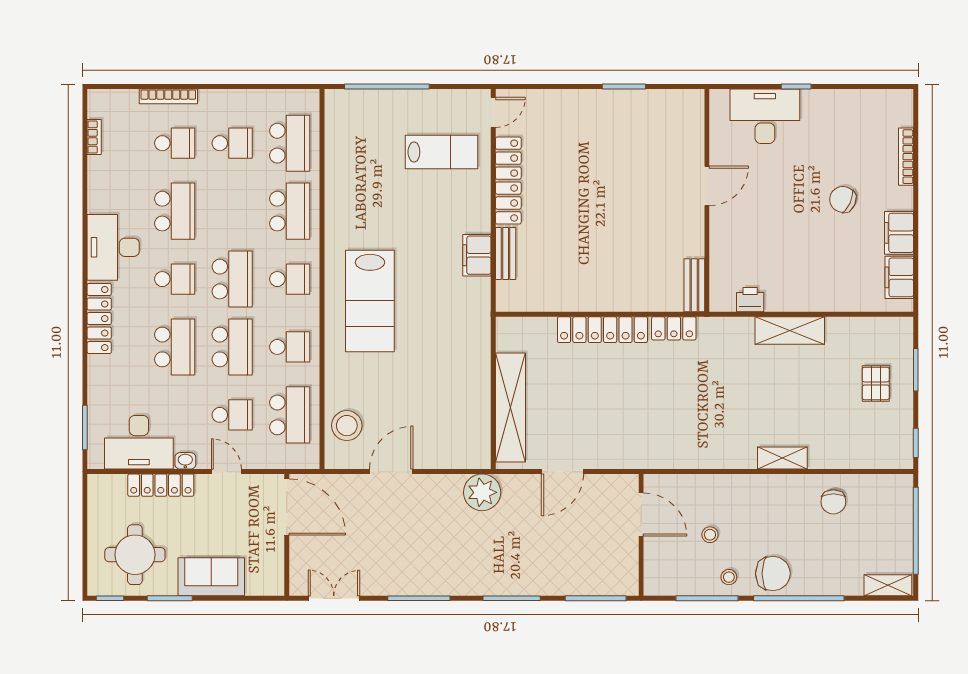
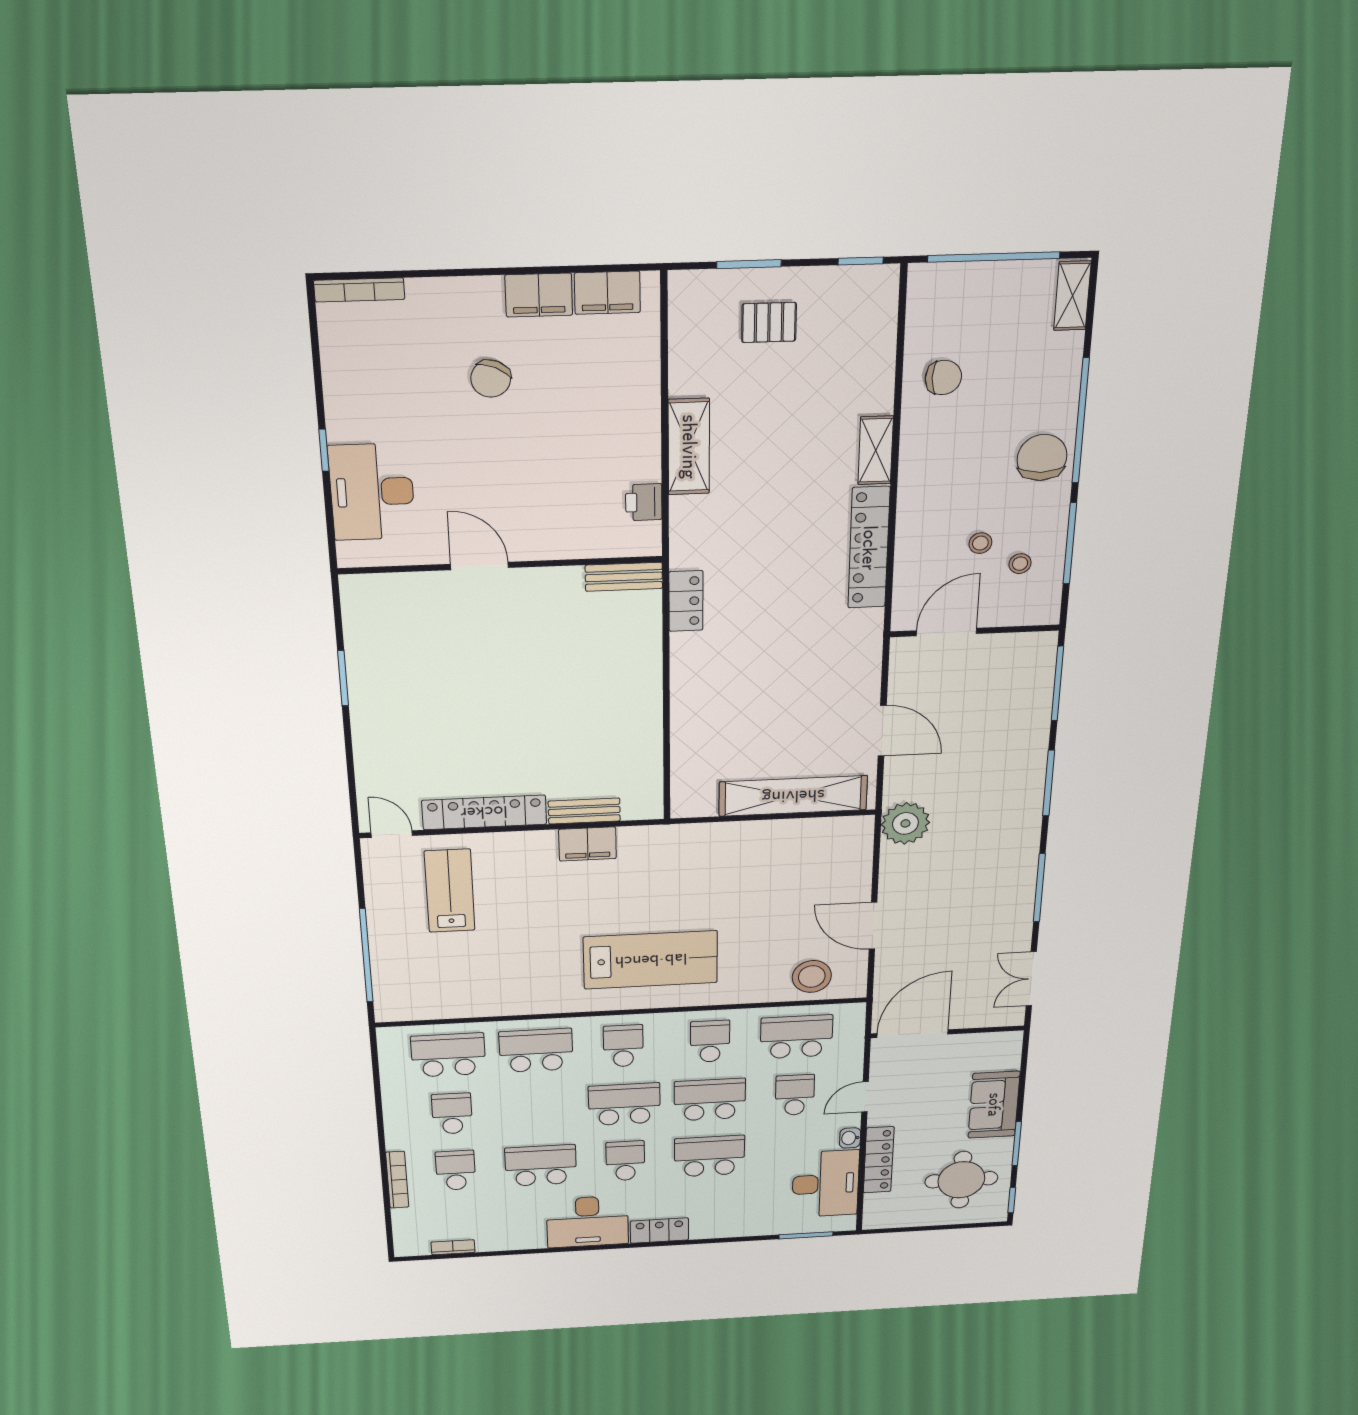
bookcase: (906, 157) -> (359, 290), moved
locker: (99, 319) -> (659, 1231), width x0.66
locker: (602, 330) -> (869, 548), moved, turned 180
stool: (729, 577) -> (1020, 564), moved

